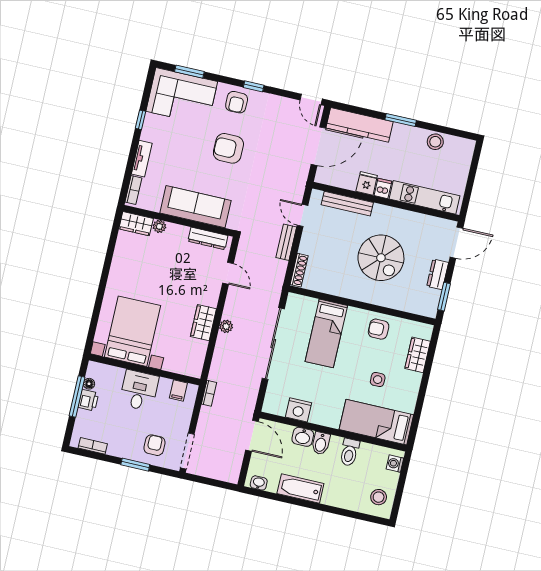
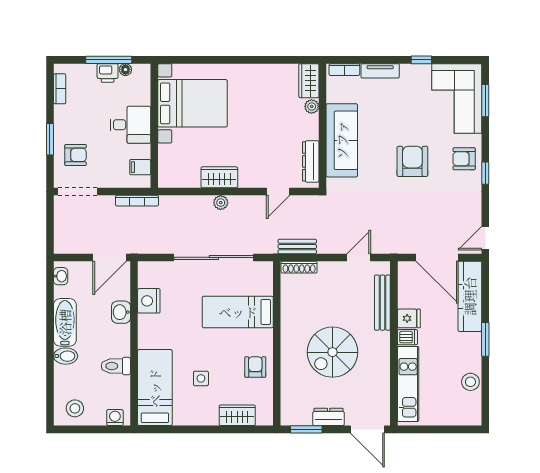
bench: (286, 242) -> (297, 246), moved
bookcase: (209, 393) -> (137, 201), width x1.56
bidet: (321, 443) -> (66, 356), moved, turned 180

